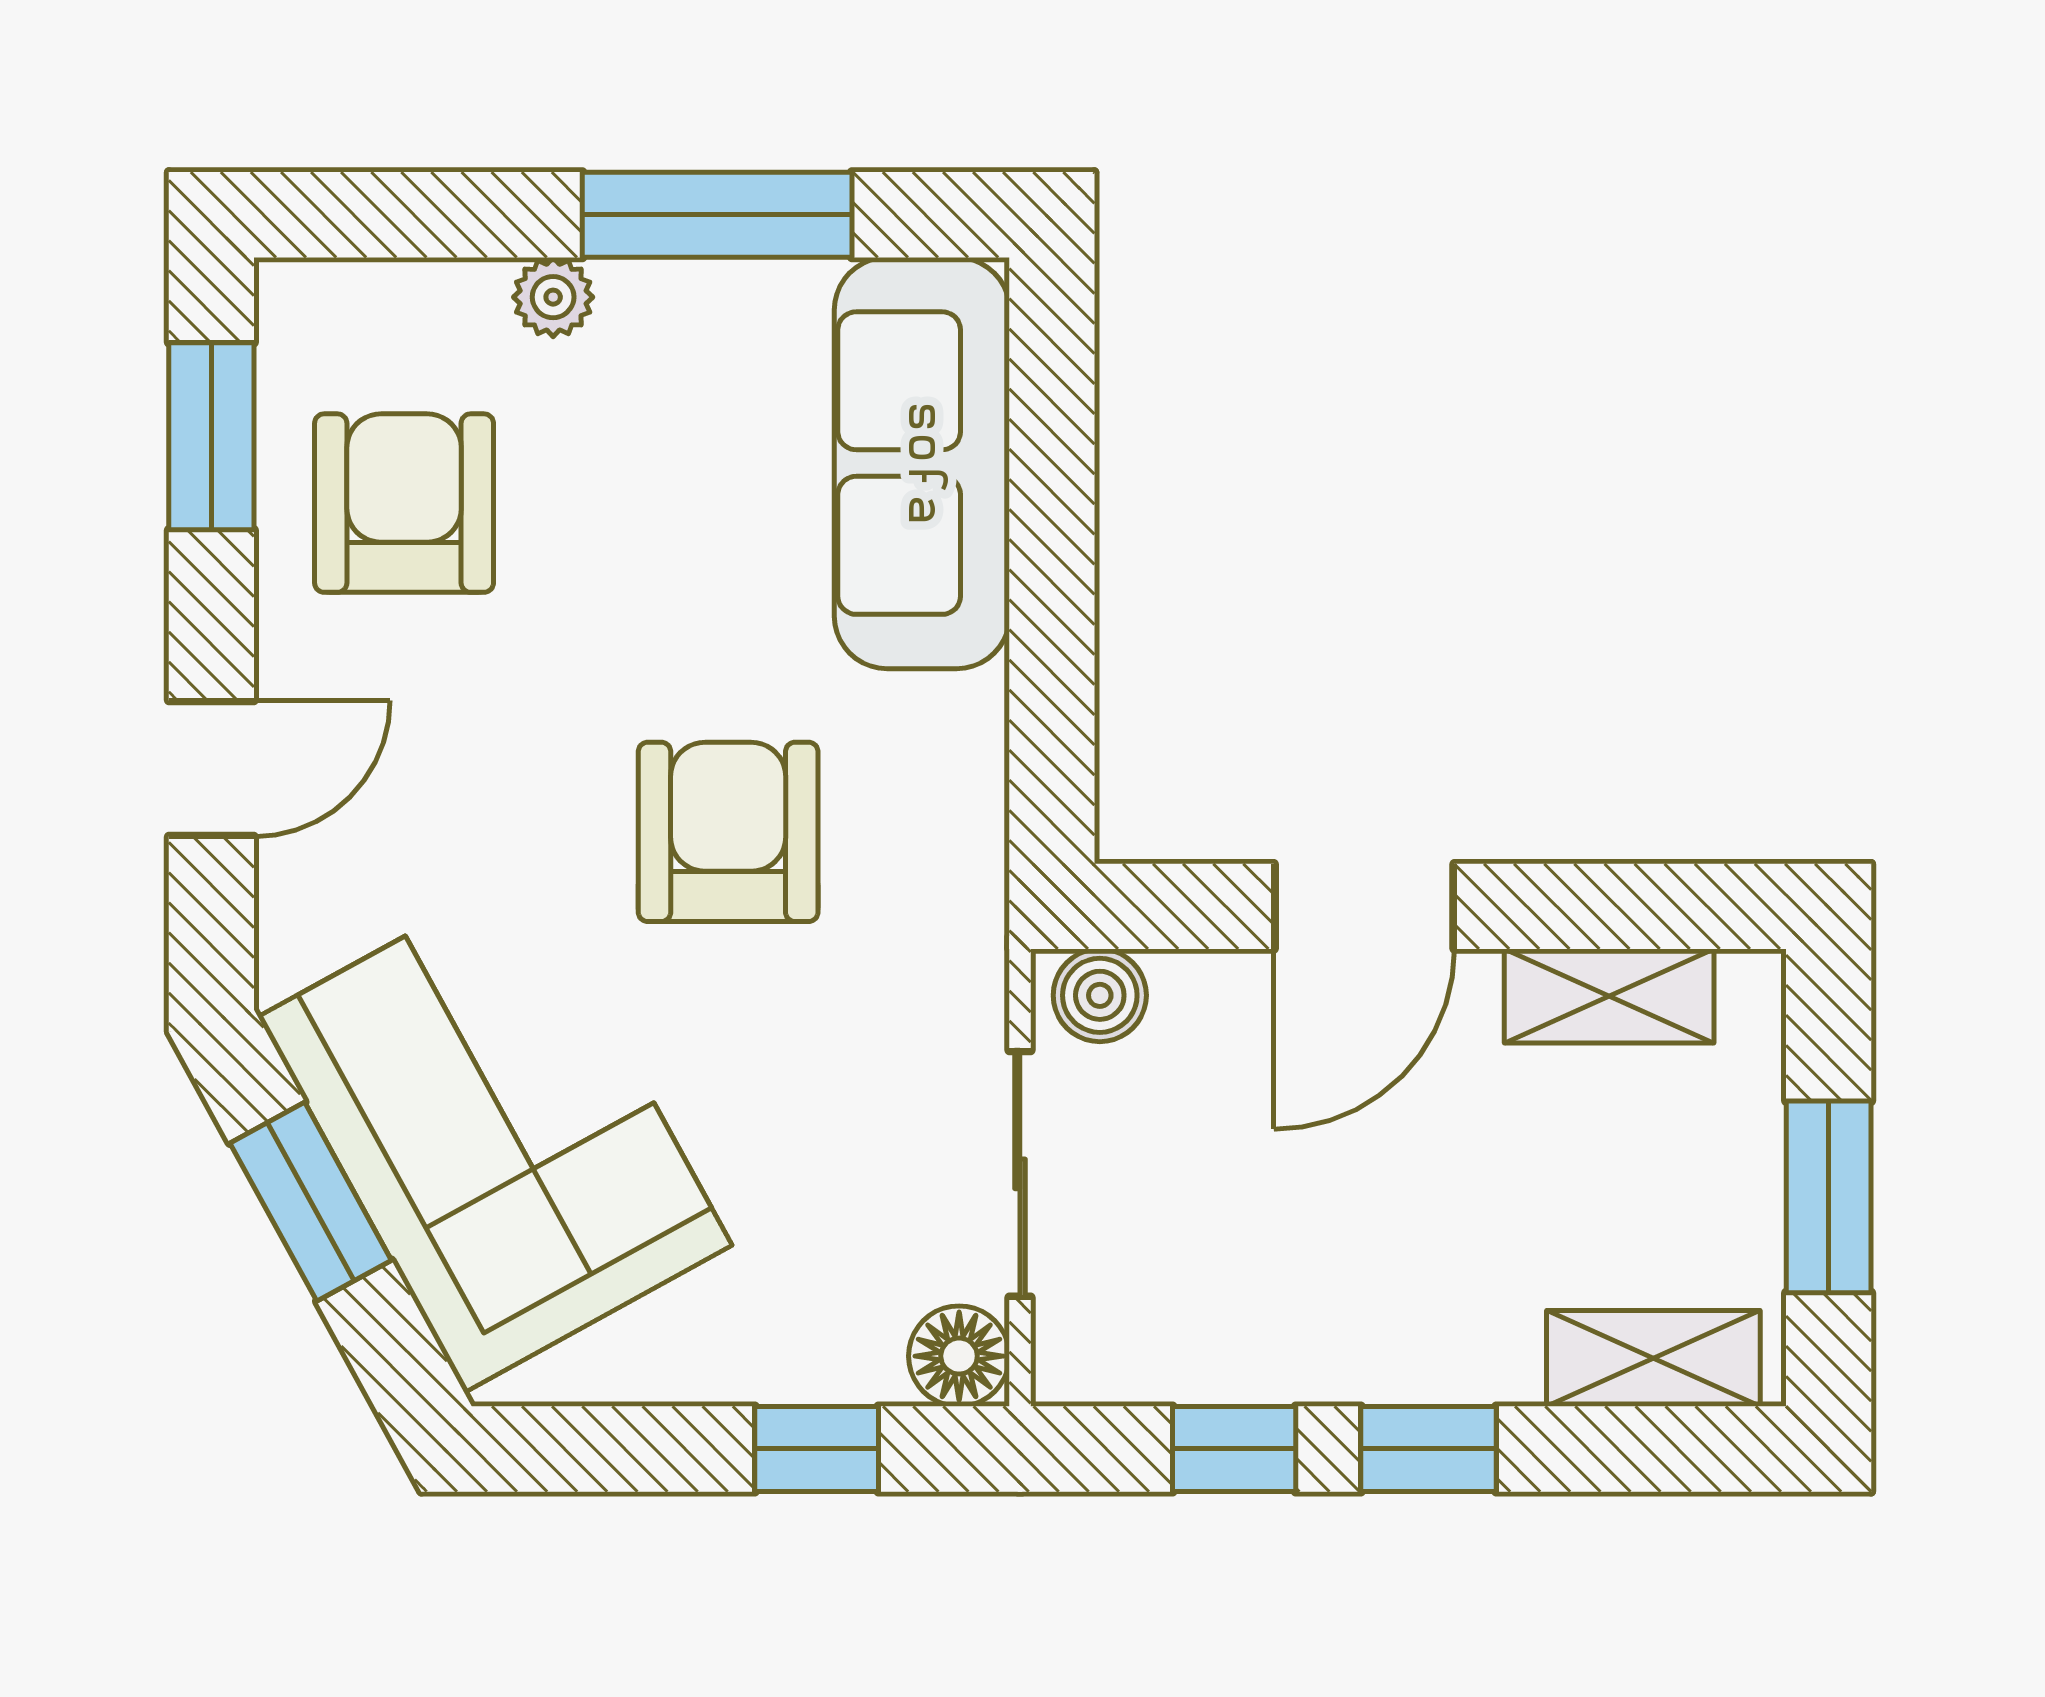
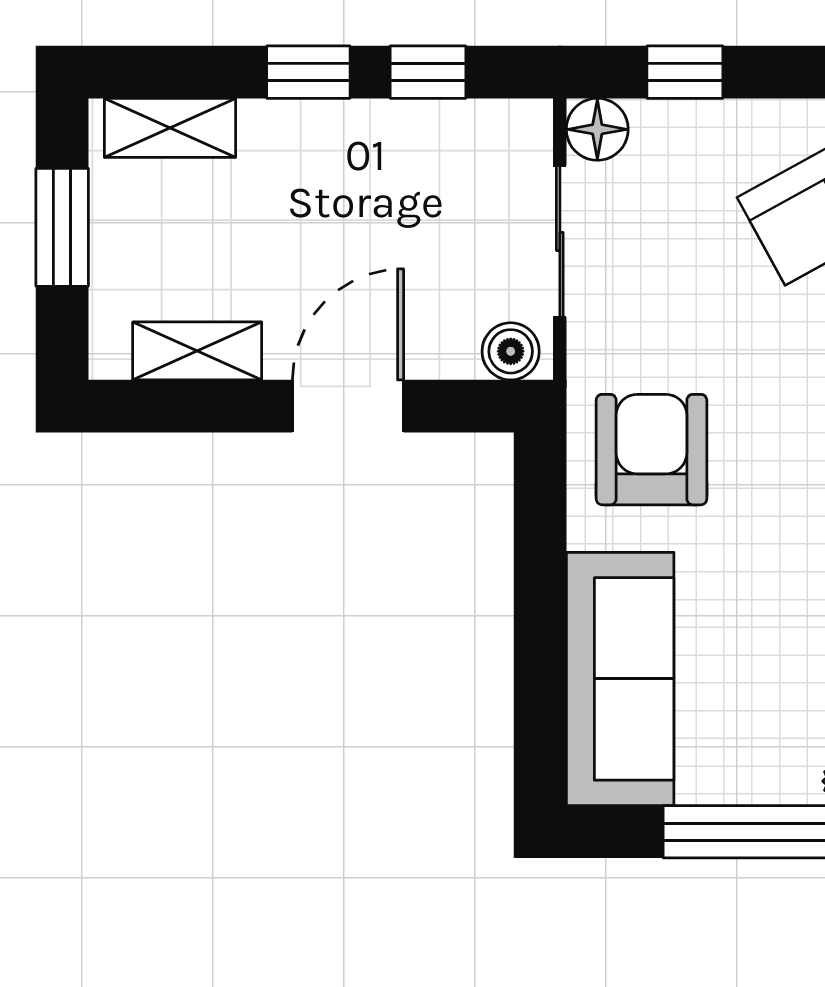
armchair: (728, 832) -> (651, 450), moved, turned 180

